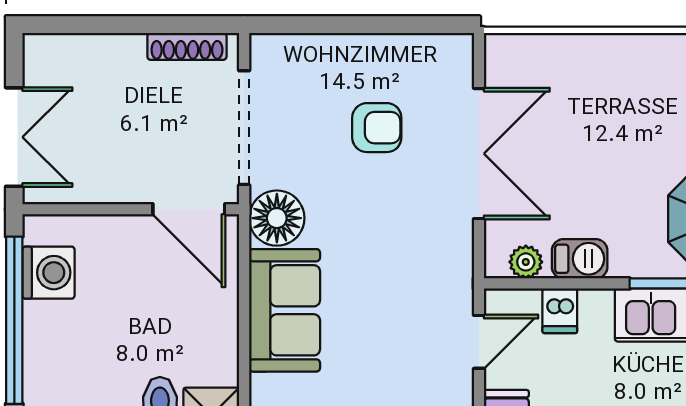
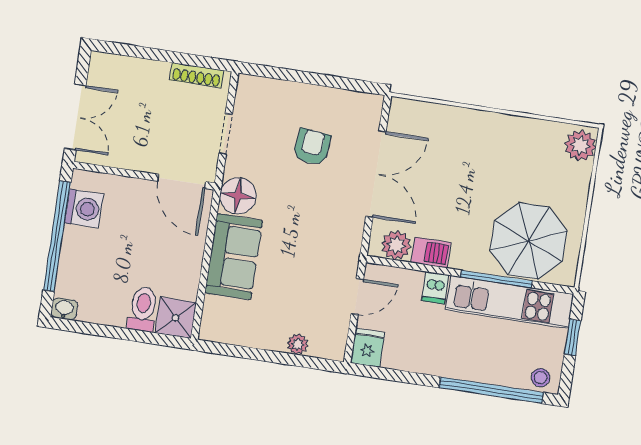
doorway: (244, 128) -> (226, 134), width x0.53
armchair: (377, 128) -> (312, 147), turned -84
plant: (526, 262) -> (396, 245), width x1.38, depth x1.38
dishwasher: (560, 311) -> (435, 288), moved

